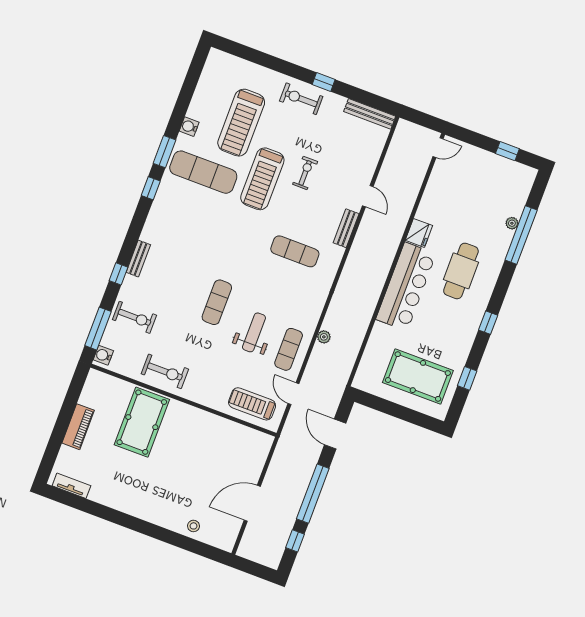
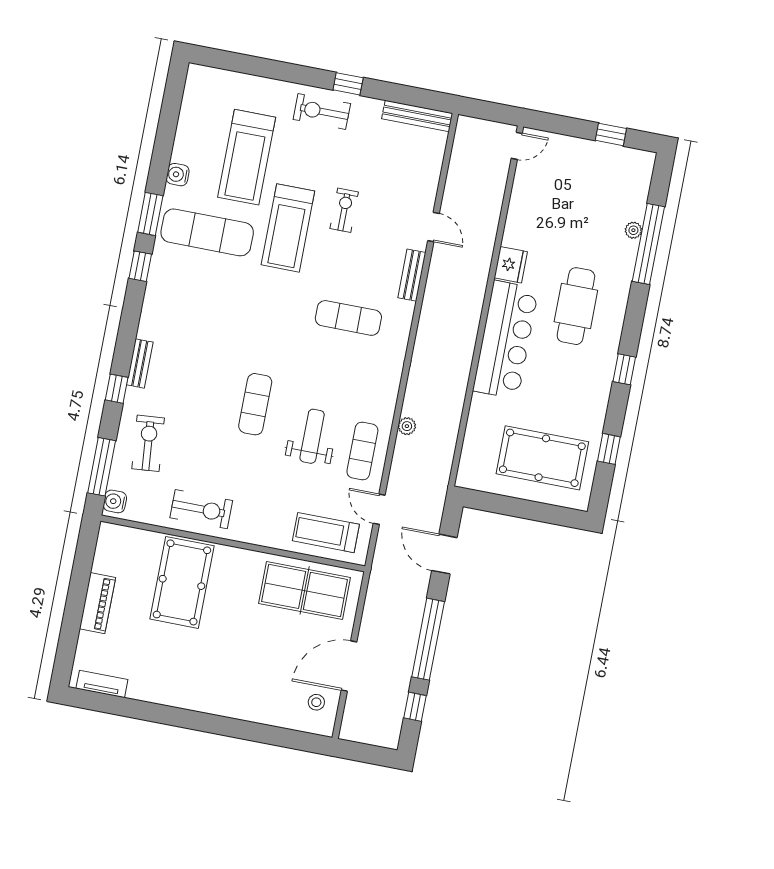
exercise bike: (134, 317) -> (148, 443), turned -95
table tennis table: (229, 443) -> (305, 590), added
stool: (193, 526) -> (316, 702), moved

